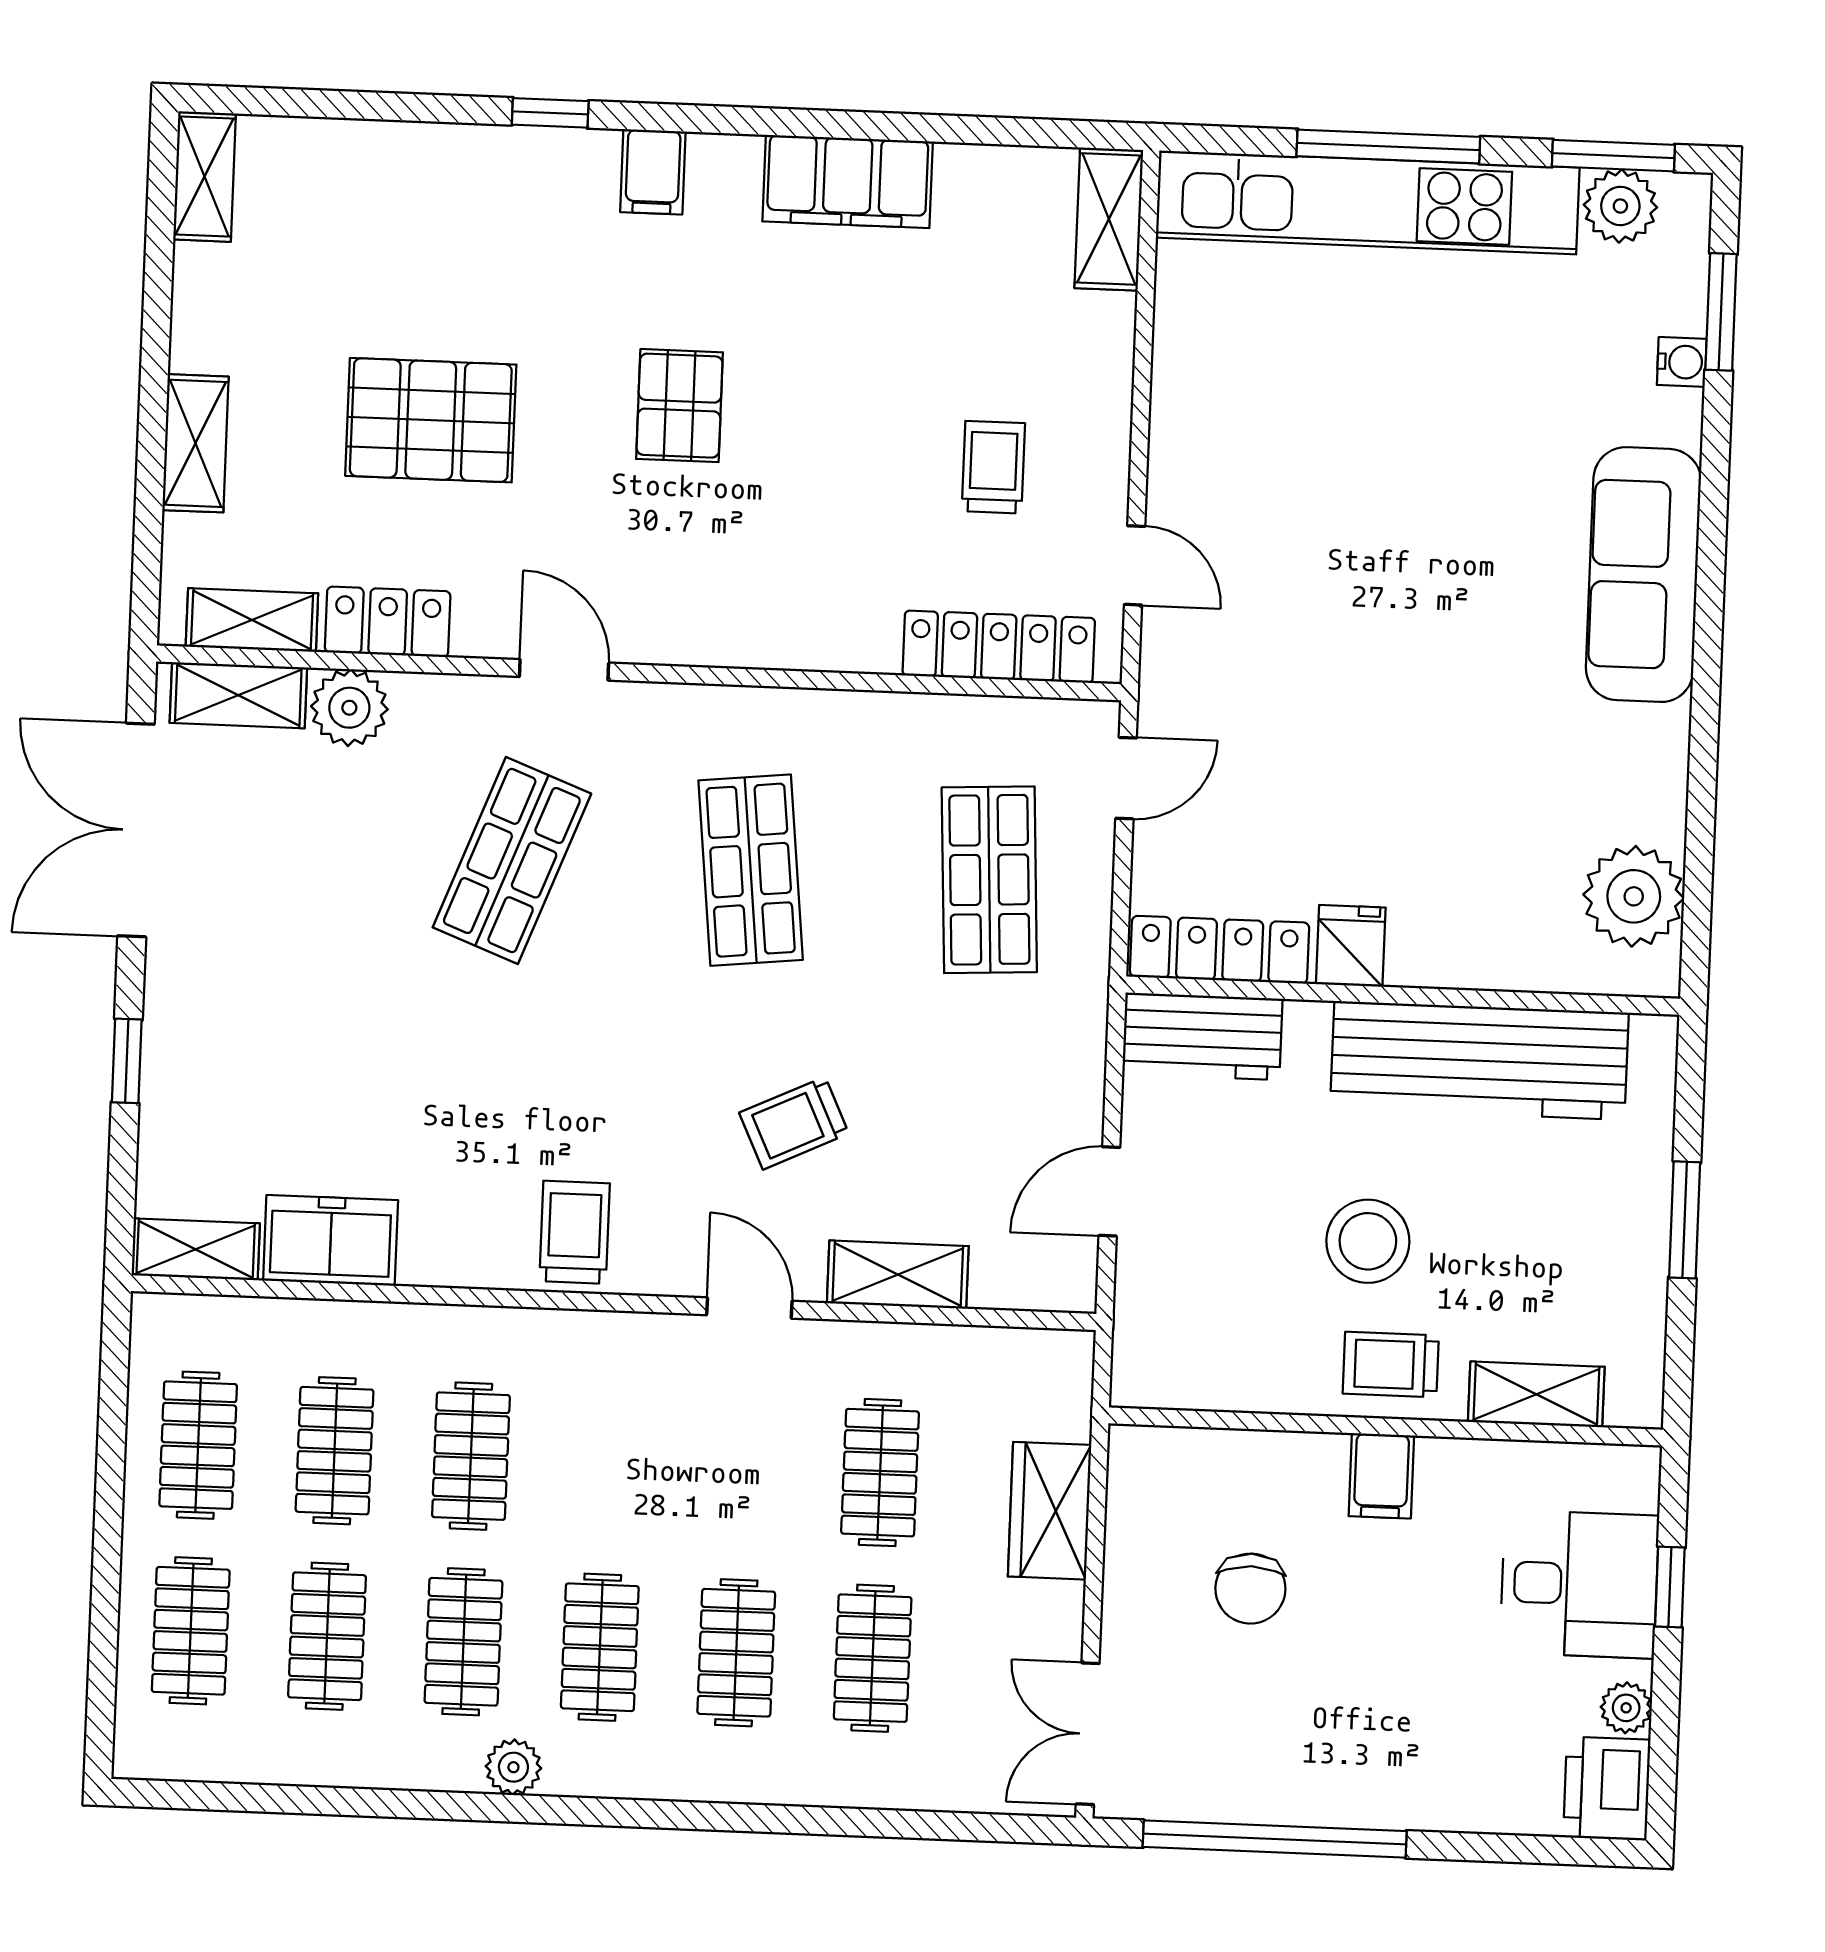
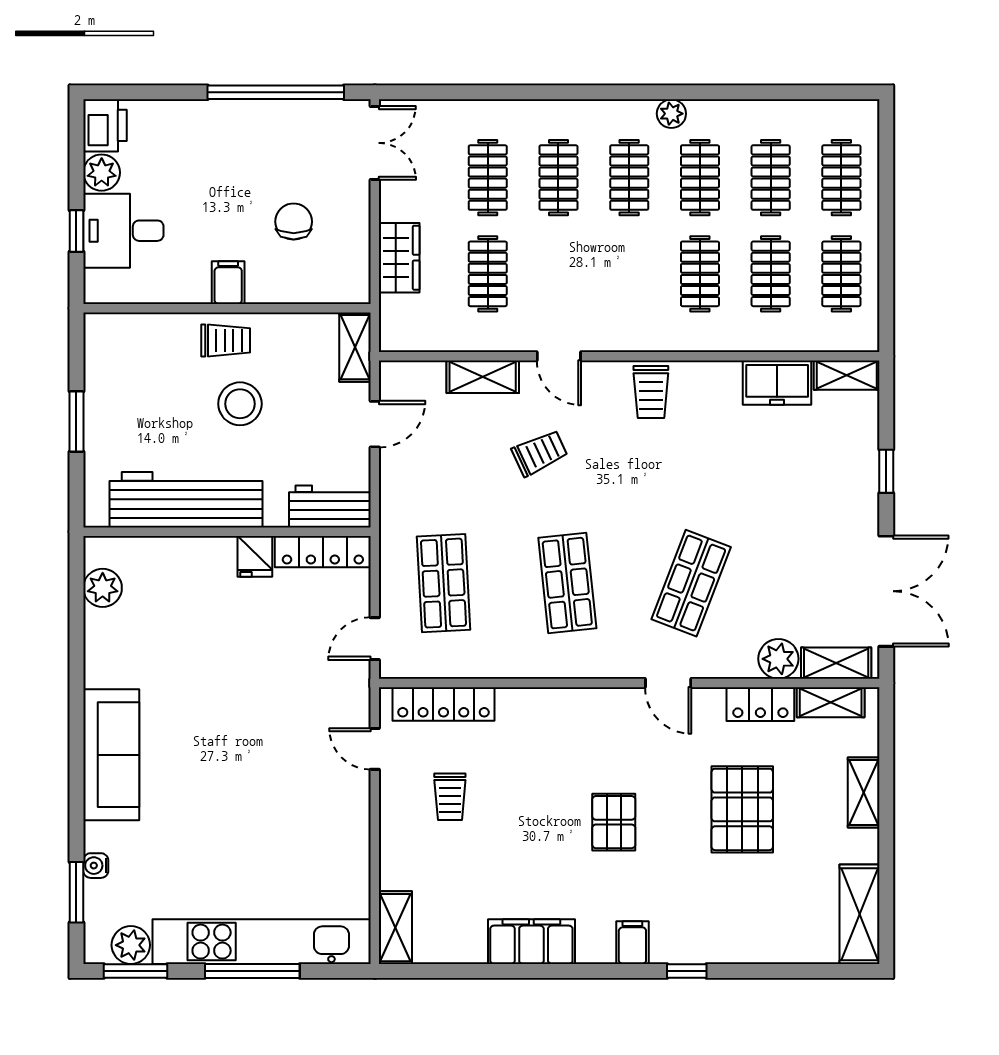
shelving: (204, 177) -> (859, 914), width x1.50, depth x1.33
pallet: (431, 420) -> (742, 809), turned 90
plant: (1634, 896) -> (103, 588), width x0.73, depth x0.73
shelving: (1536, 1394) -> (355, 347), moved, turned 90
plant: (1626, 1708) -> (102, 173), width x1.38, depth x1.38

